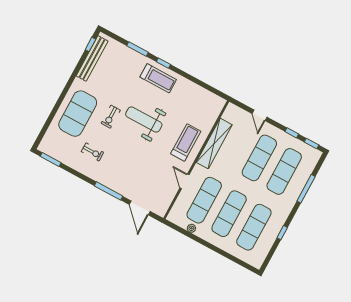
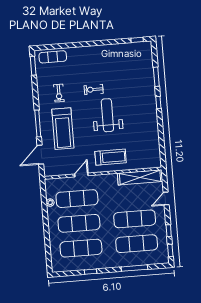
bench: (92, 58) -> (128, 48), removed
treadmill: (158, 78) -> (63, 129), moved, width x1.37, depth x1.38
exercise mat: (78, 114) -> (53, 57), moved, width x0.50, depth x0.69
shelving: (214, 144) -> (140, 177), moved

